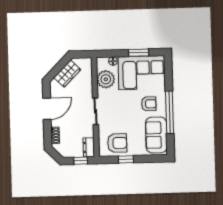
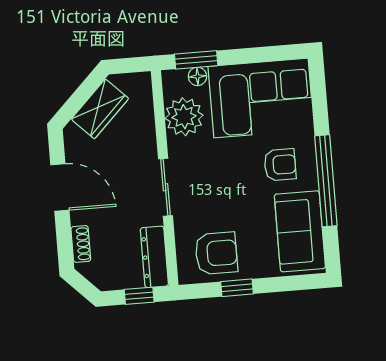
window: (139, 53) -> (196, 60), moved
door: (47, 109) -> (60, 188), hinge flipped
dresser: (89, 147) -> (154, 257), width x1.44

